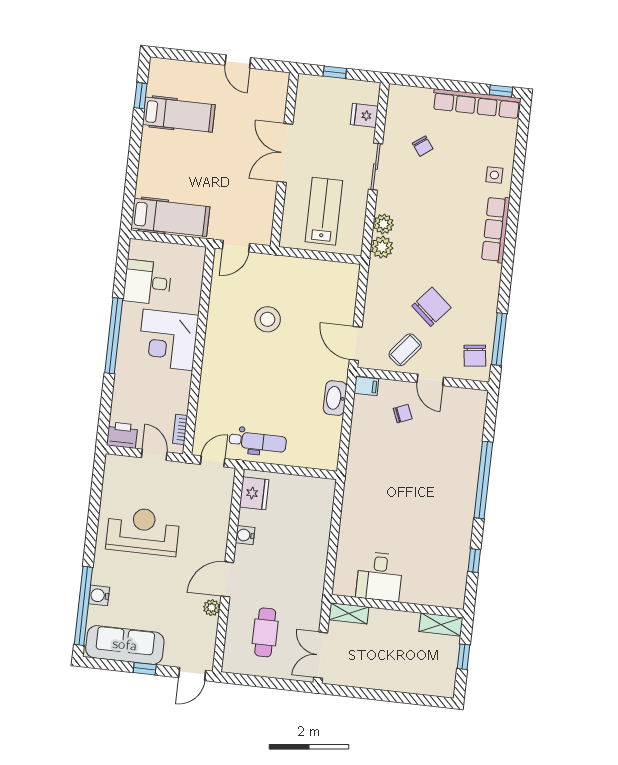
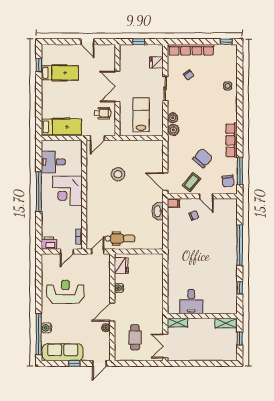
row of seats: (477, 104) -> (191, 50), moved
wheelchair: (251, 200) -> (103, 113), added
row of seats: (496, 229) -> (232, 140), moved
door: (154, 455) -> (67, 251), swing flipped

